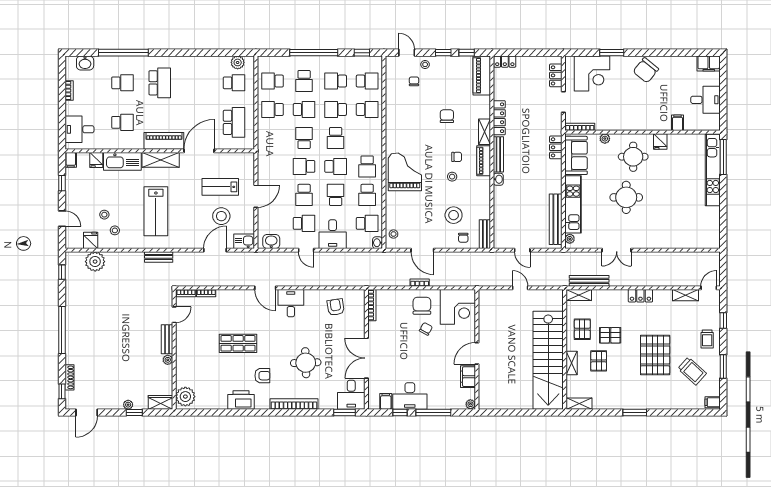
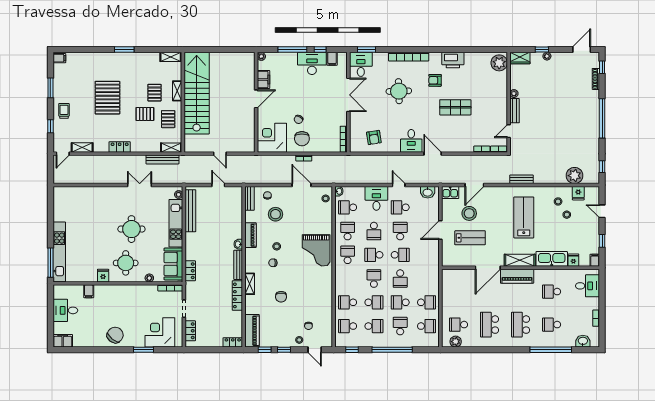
school desk: (234, 122) -> (490, 325), moved
piano: (484, 161) -> (250, 235), moved
trolley: (692, 371) -> (77, 84), removed

